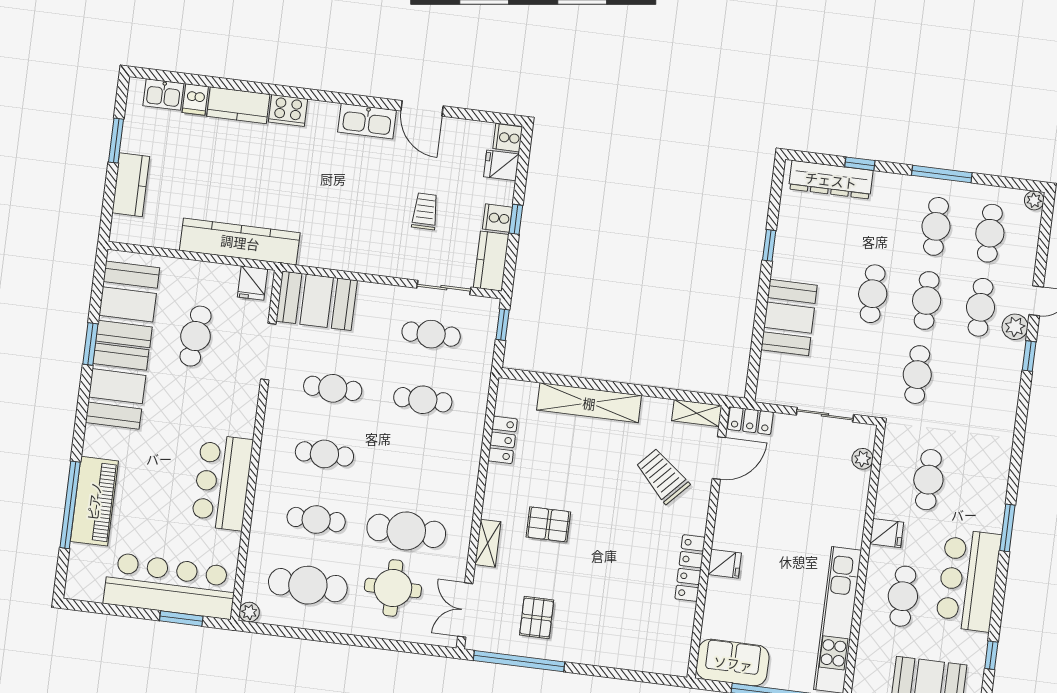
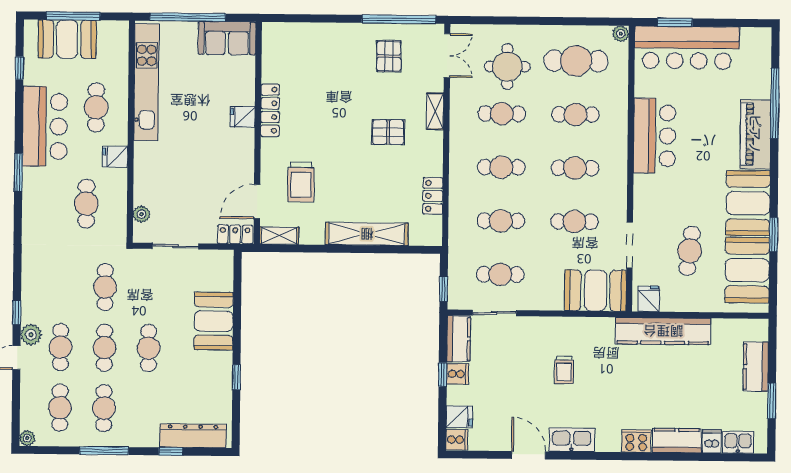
trolley: (425, 211) -> (564, 370), moved
cafe table: (415, 465) -> (501, 167), added
trolley: (662, 476) -> (301, 182), turned 47
piano: (94, 501) -> (755, 134), moved
cafe table: (406, 531) -> (502, 114), width x0.73, depth x0.74

